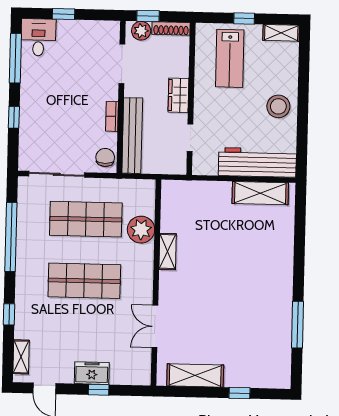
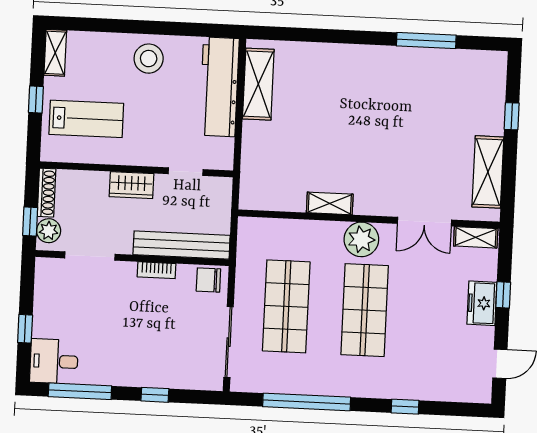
plant: (141, 230) -> (361, 239), moved
shelving: (21, 357) -> (476, 237), moved

